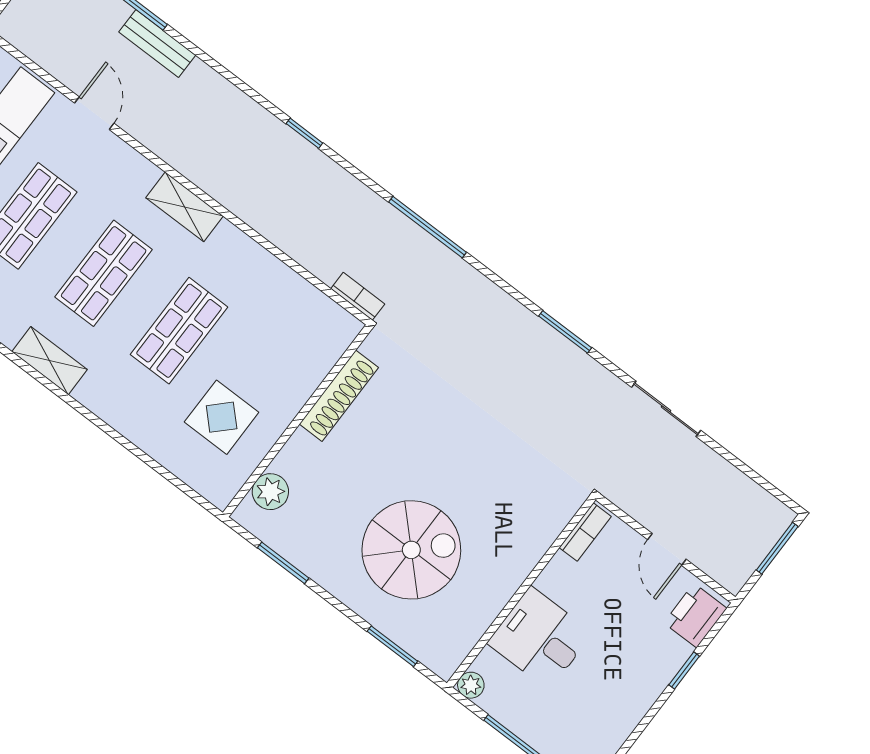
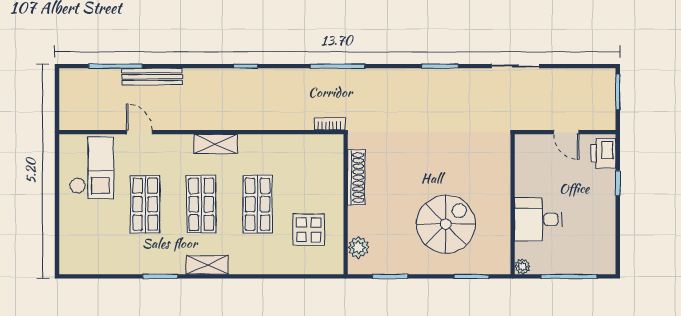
bench: (157, 44) -> (152, 77), width x1.36
bookcase: (585, 532) -> (521, 153), removed

